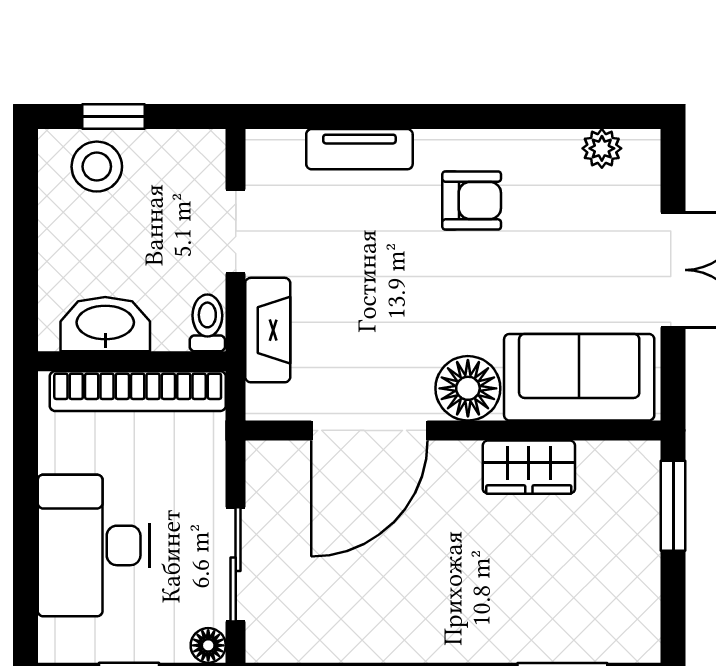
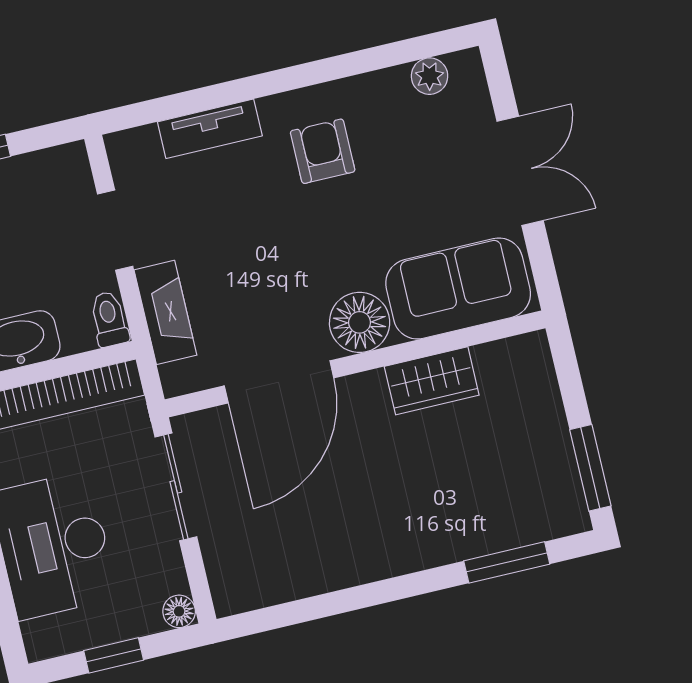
armchair: (472, 201) -> (323, 151), turned -90
window: (673, 506) -> (590, 468), moved
sliding door: (236, 564) -> (176, 487), moved

